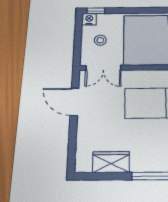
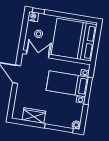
double door: (103, 68) -> (38, 54), swing flipped

